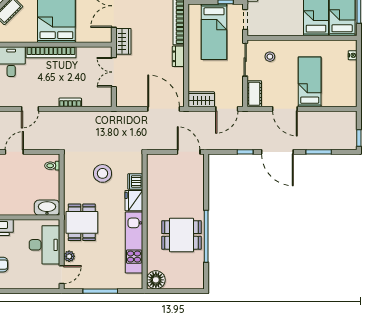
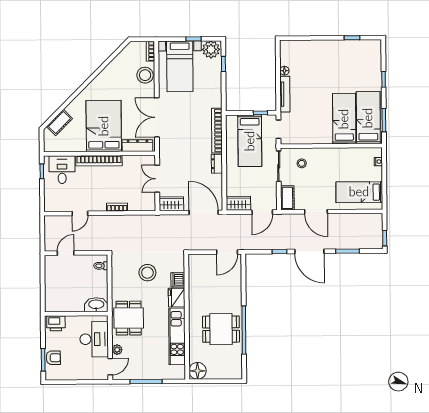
dresser: (93, 36) -> (137, 146), added
wardrobe: (123, 41) -> (171, 204), moved, turned -90
bed: (310, 82) -> (359, 192), moved, turned -90
door: (189, 152) -> (227, 252), swing flipped

